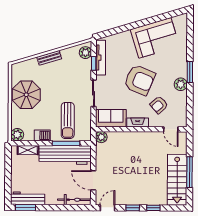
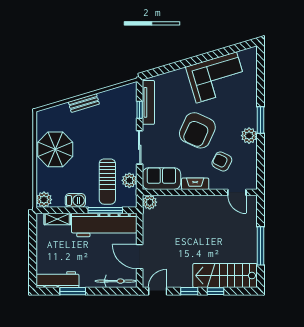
plant: (85, 53) -> (129, 180), moved
armchair: (140, 80) -> (197, 130), turned 91
armchair: (159, 105) -> (222, 161), turned 68
stairs: (177, 180) -> (225, 276), moved, turned 90
window: (25, 207) -> (73, 291), moved

